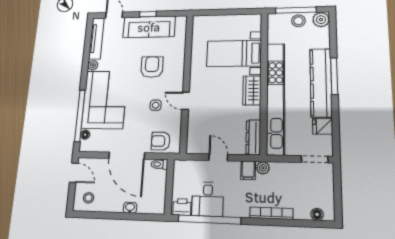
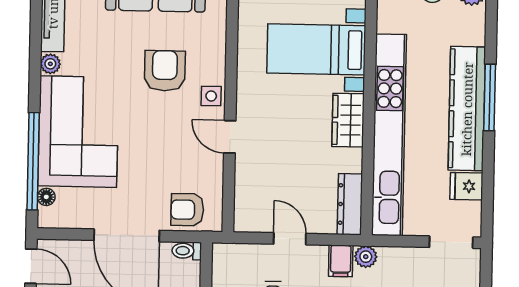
side table: (156, 105) -> (211, 96), moved

